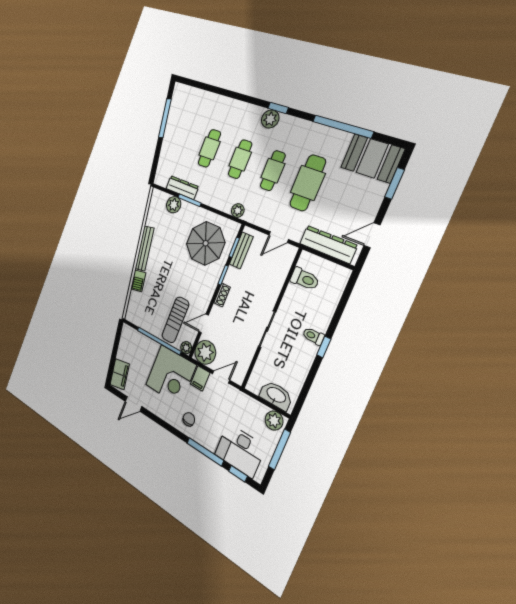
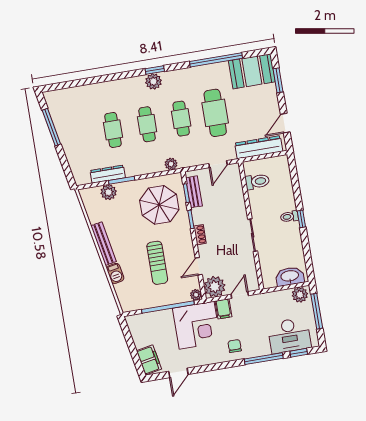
sun lounger: (175, 320) -> (157, 263), moved

